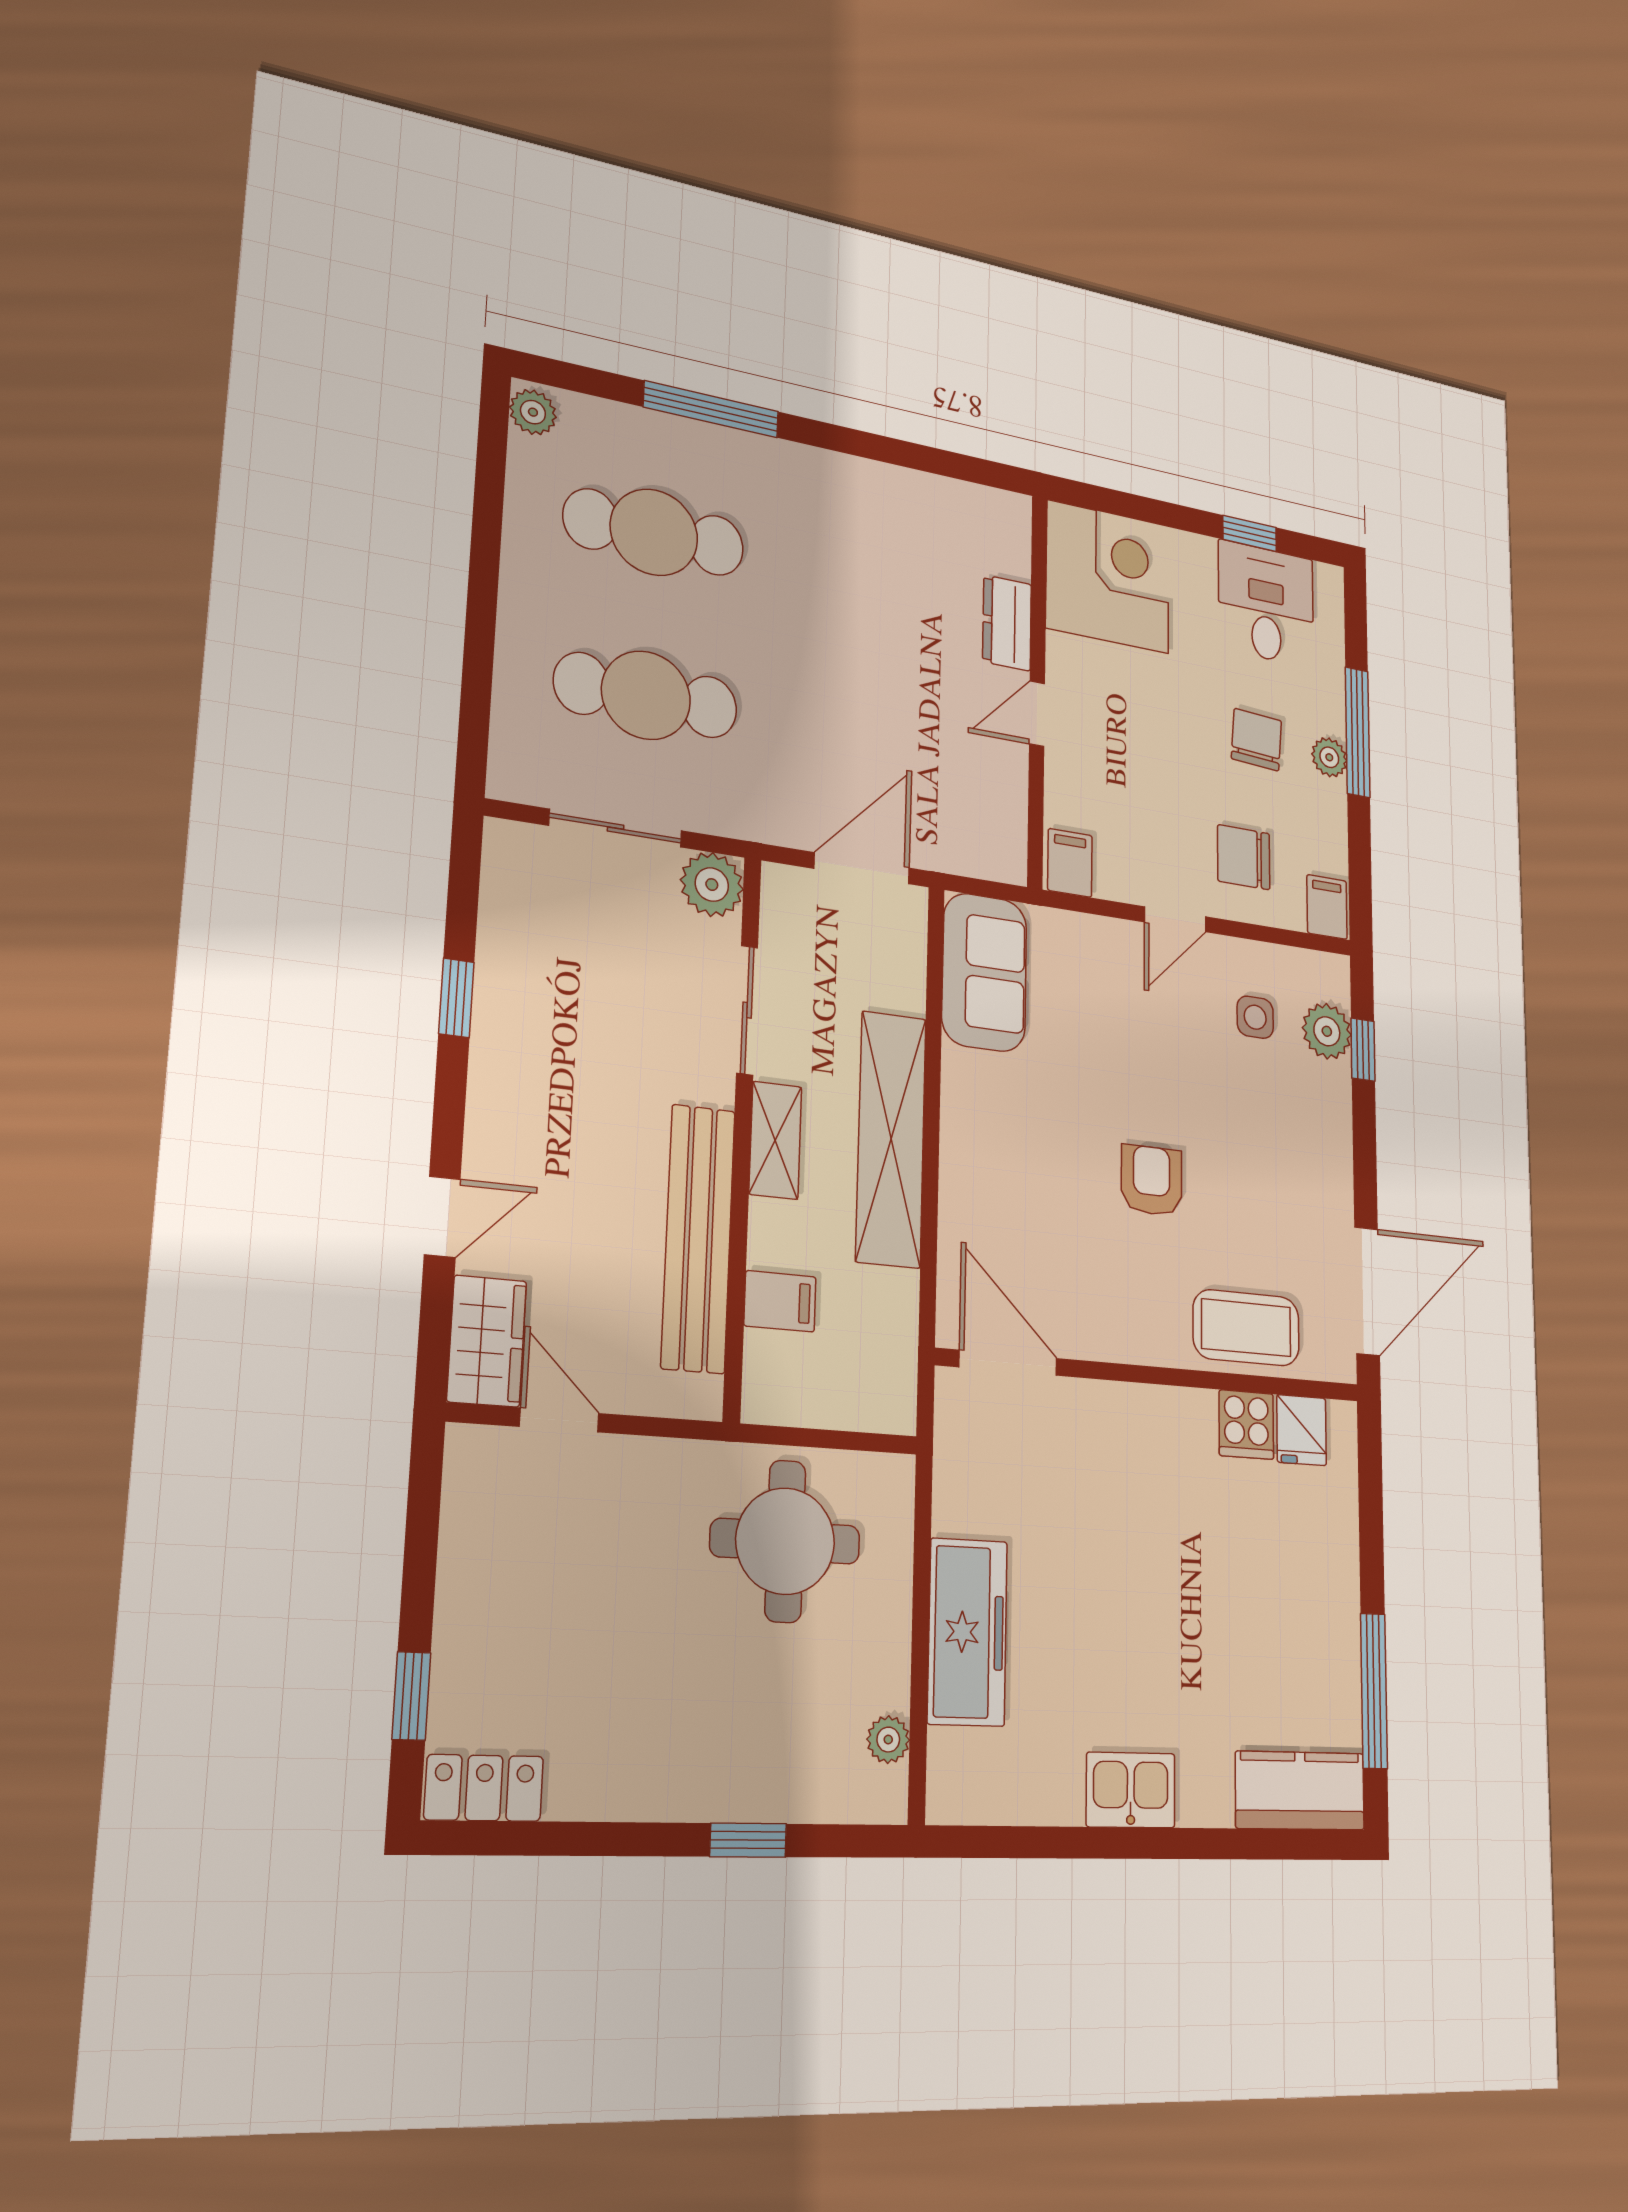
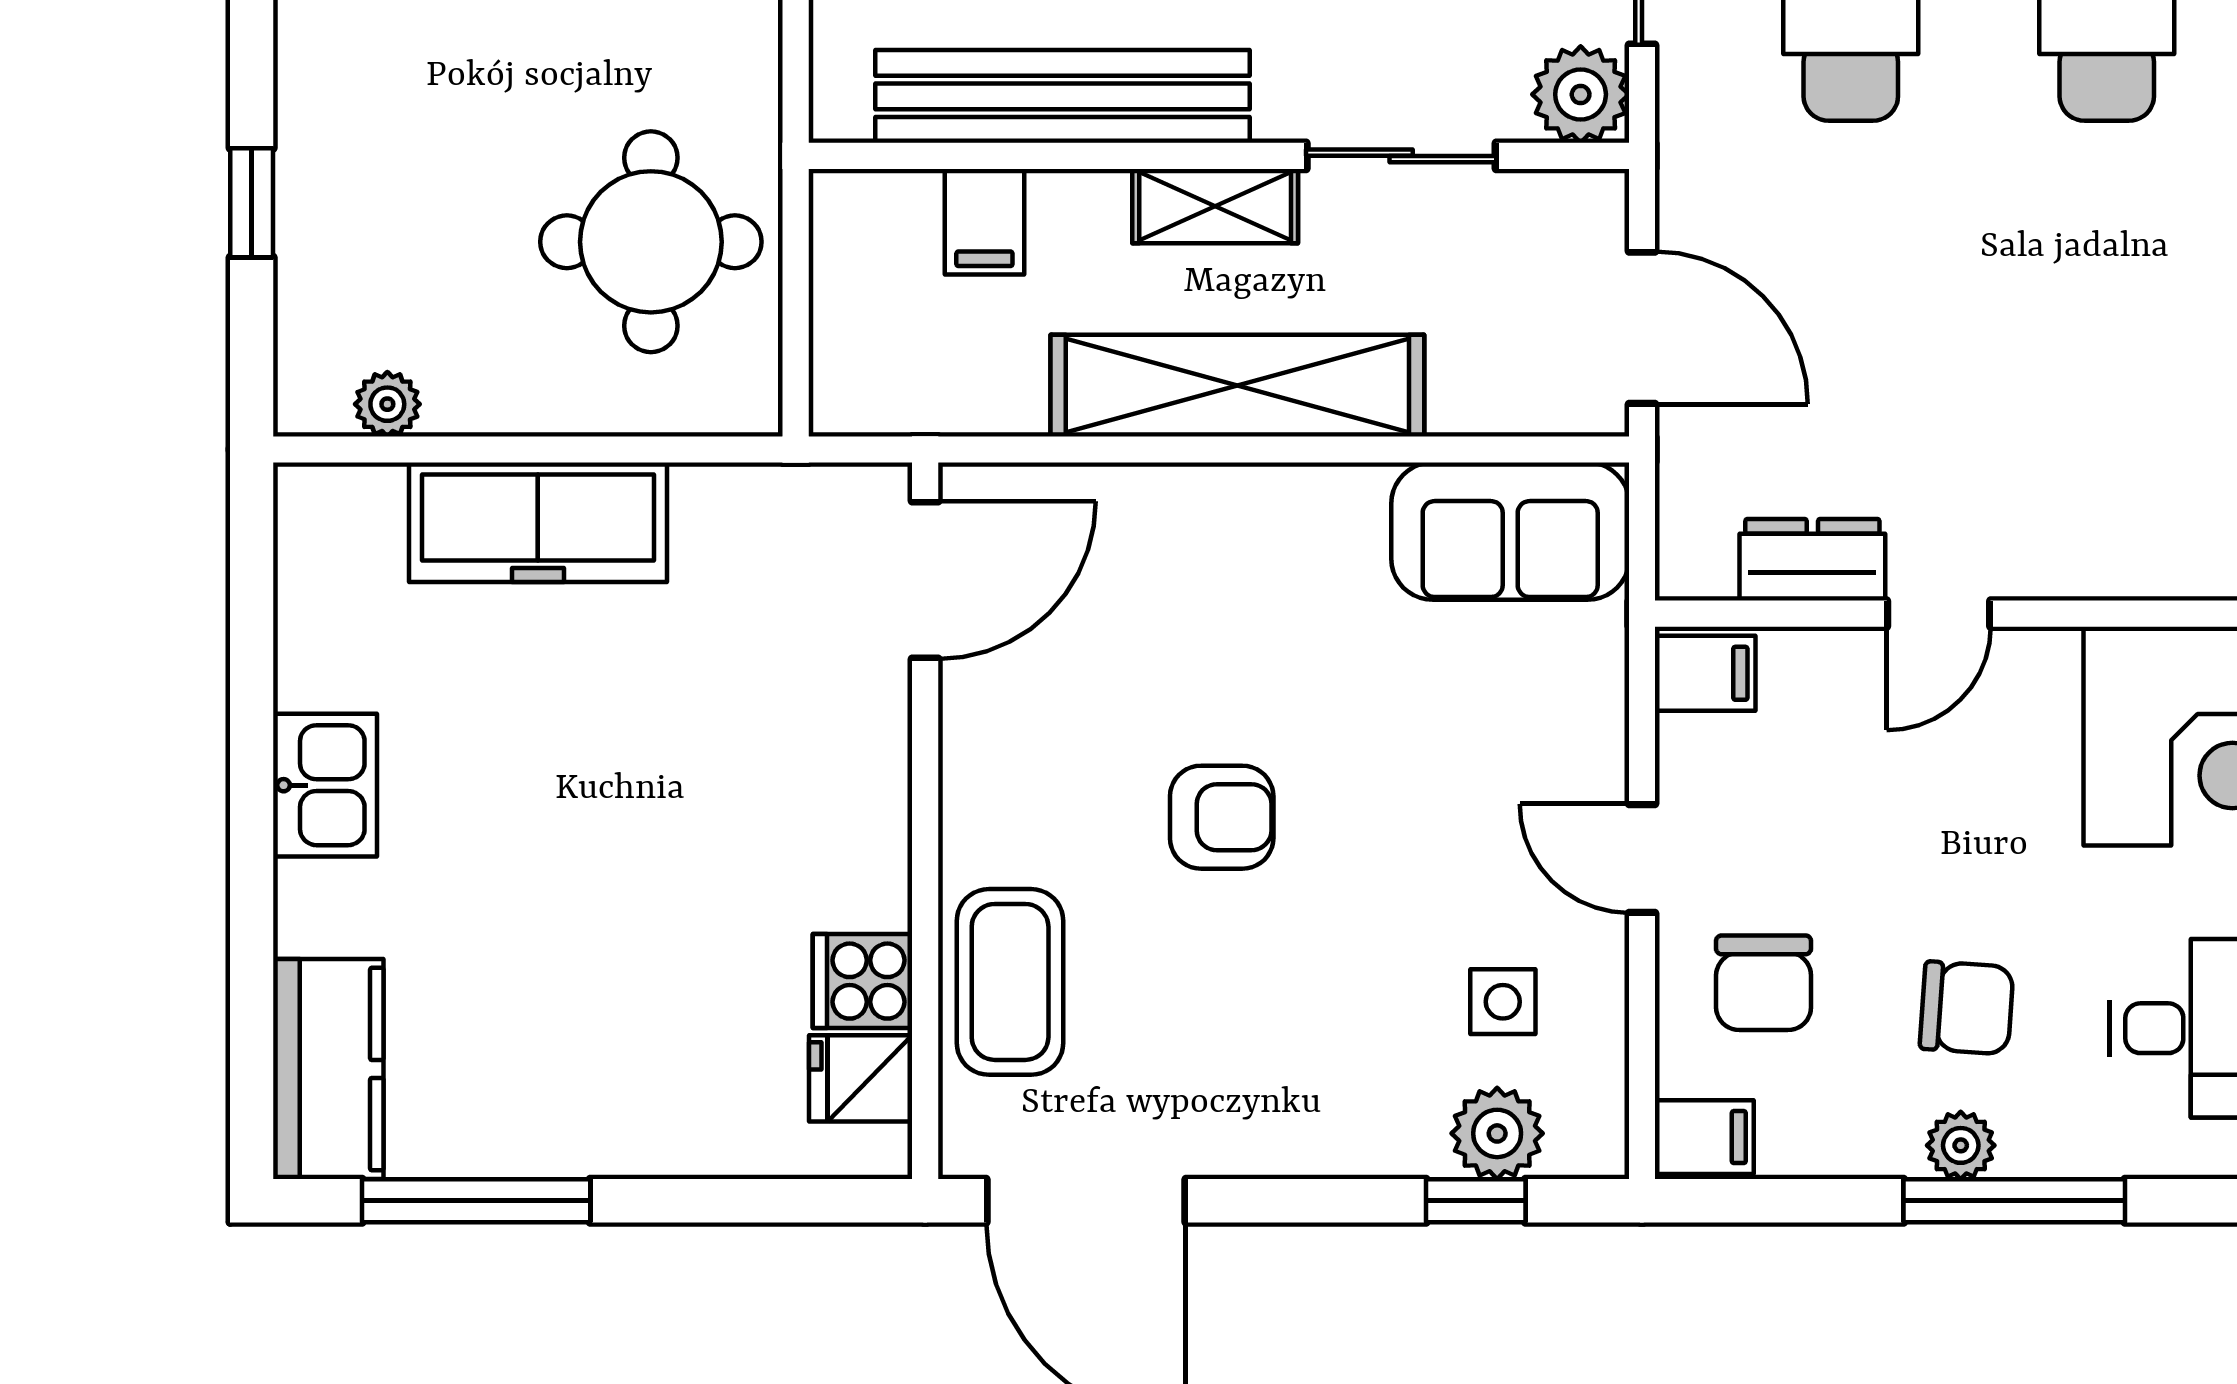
dresser: (1007, 623) -> (1812, 560), moved
door: (1037, 714) -> (1939, 614), swing flipped
chair: (1244, 857) -> (1764, 983), turned 180

